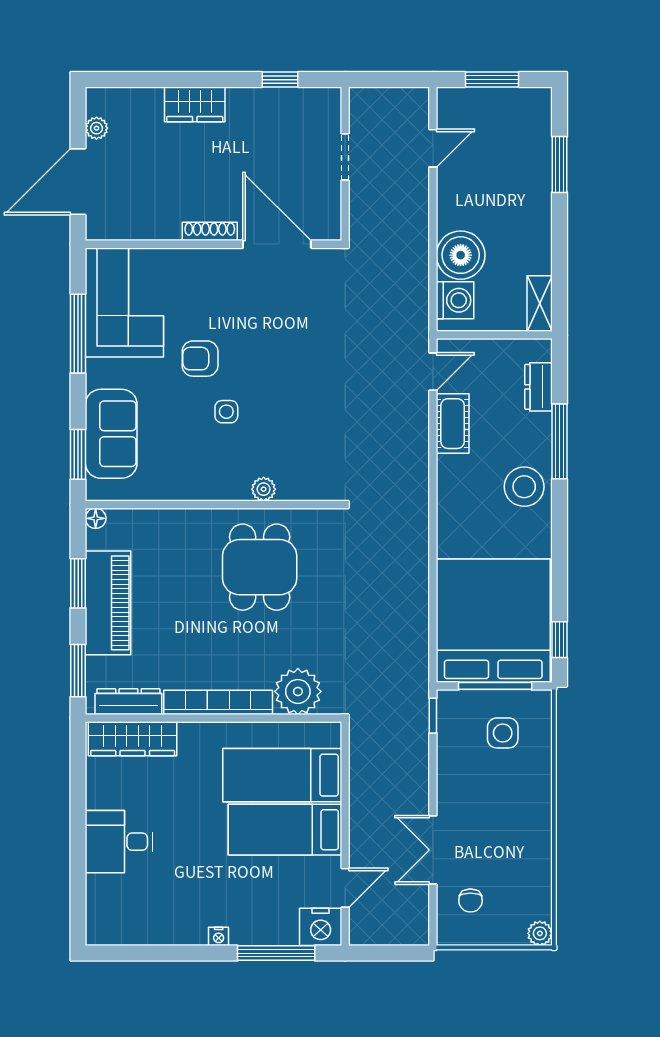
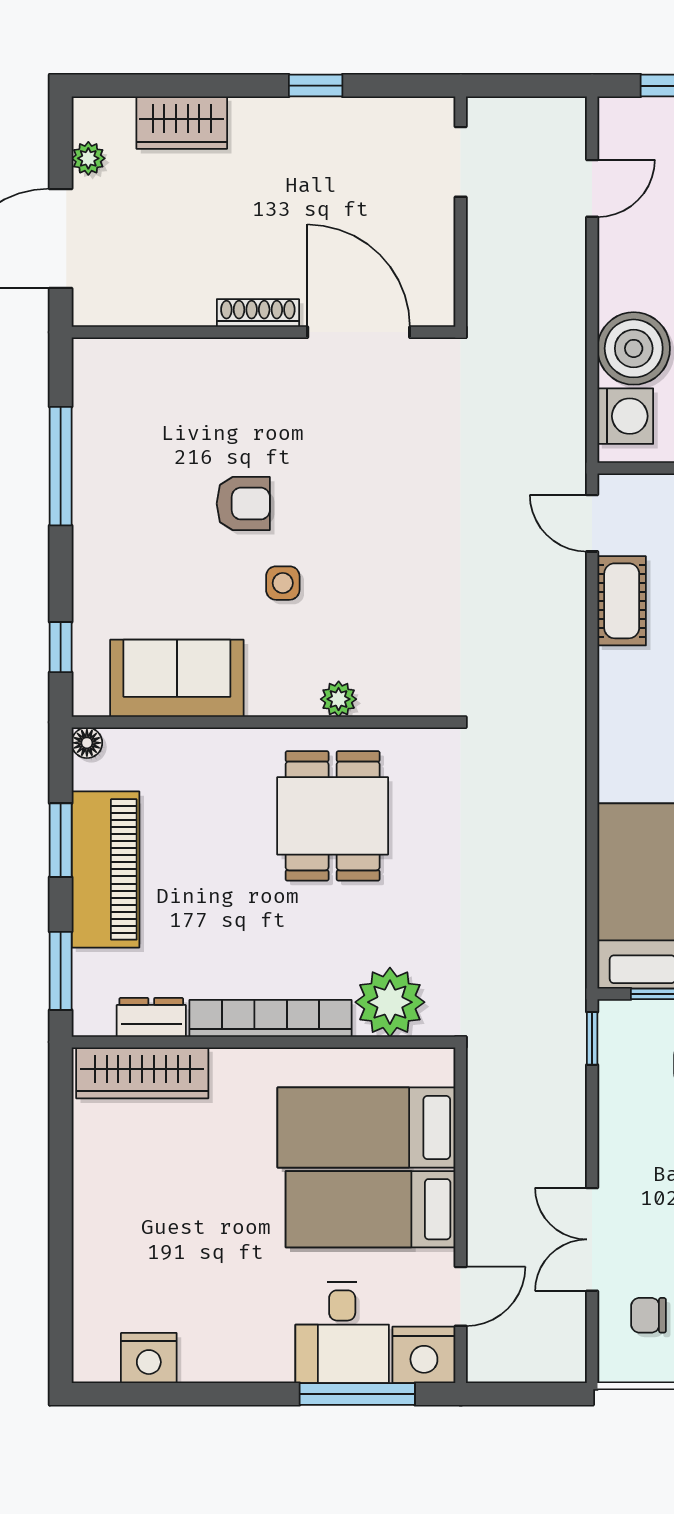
window: (280, 80) -> (316, 86), moved
wardrobe: (195, 104) -> (182, 123), moved
doorway: (345, 157) -> (461, 162), moved
corner sofa: (124, 302) -> (130, 419), removed
armchair: (200, 359) -> (243, 504), turned 180
door: (433, 372) -> (592, 523), swing flipped
sofa: (111, 434) -> (177, 678), moved, turned -90
window: (78, 454) -> (61, 647), width x0.67
dresser: (128, 702) -> (151, 1017), width x0.70
desk: (119, 842) -> (342, 1333), moved, turned -90
chair: (470, 900) -> (648, 1315), turned 90
nightstand: (219, 936) -> (149, 1358), moved, width x1.89, depth x1.79

